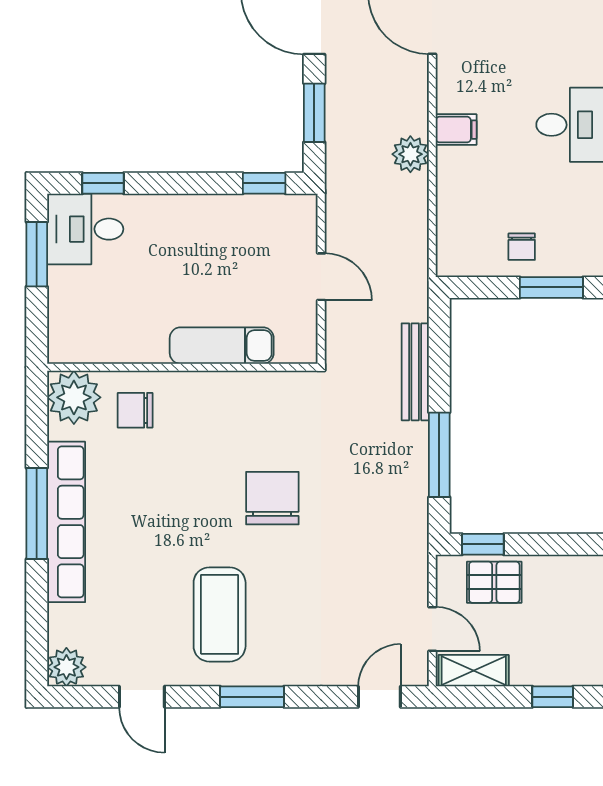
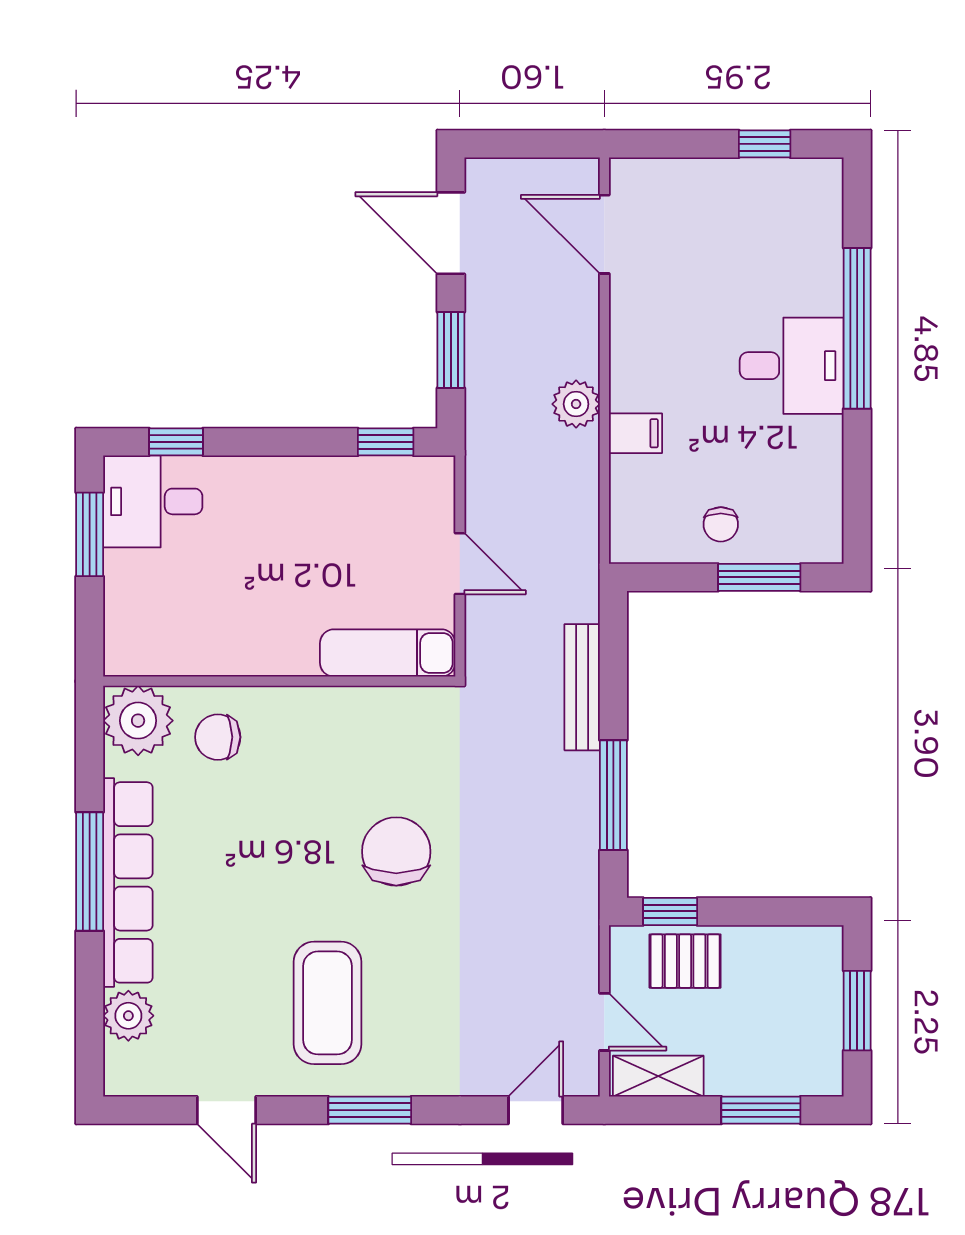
filing cabinet: (456, 130) -> (635, 433), moved
exam couch: (222, 346) -> (388, 653), moved
plant: (66, 667) -> (128, 1016), moved
window: (553, 697) -> (761, 1110), width x1.50

